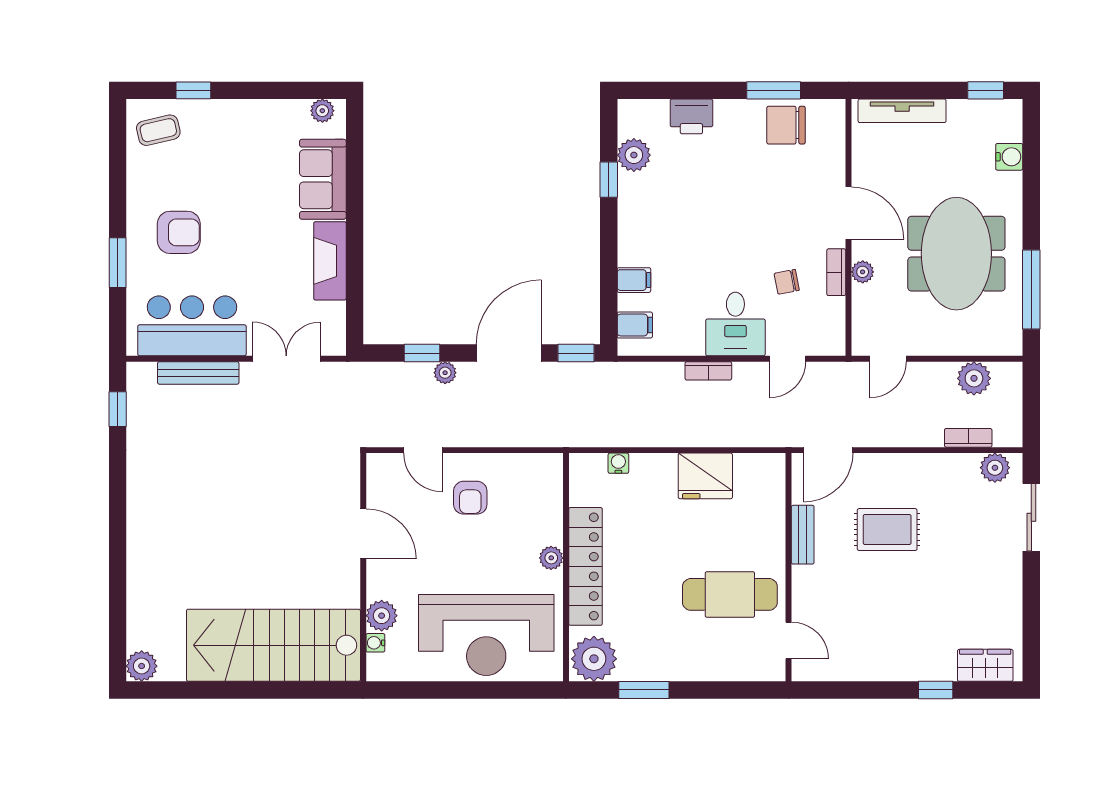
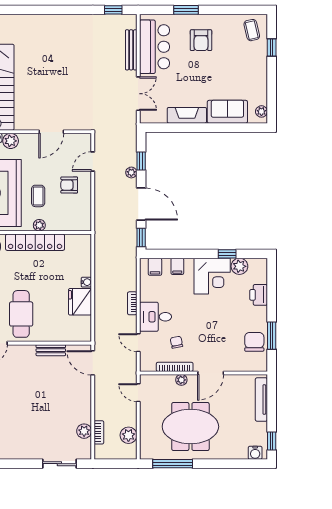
water cooler: (1009, 157) -> (255, 453), moved
corner desk: (653, 210) -> (212, 276), added
bookcase: (836, 272) -> (175, 367), width x1.56
water cooler: (618, 463) -> (86, 282), moved
plant: (995, 468) -> (84, 431), moved
rug: (887, 530) -> (53, 392), removed
coffee table: (492, 560) -> (38, 196), added

